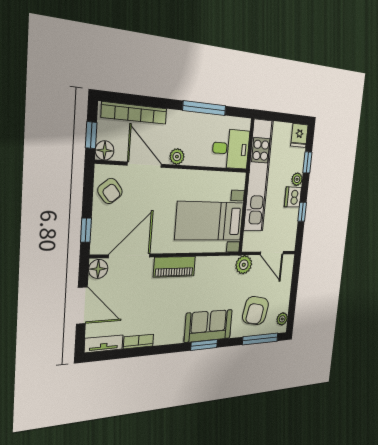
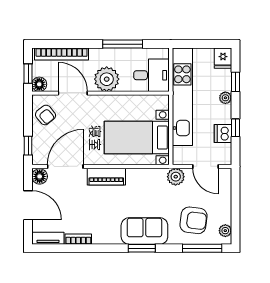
plant: (177, 157) -> (107, 79), width x1.87, depth x1.87
dishwasher: (293, 197) -> (223, 133), moved
armchair: (256, 311) -> (194, 220), turned -94

